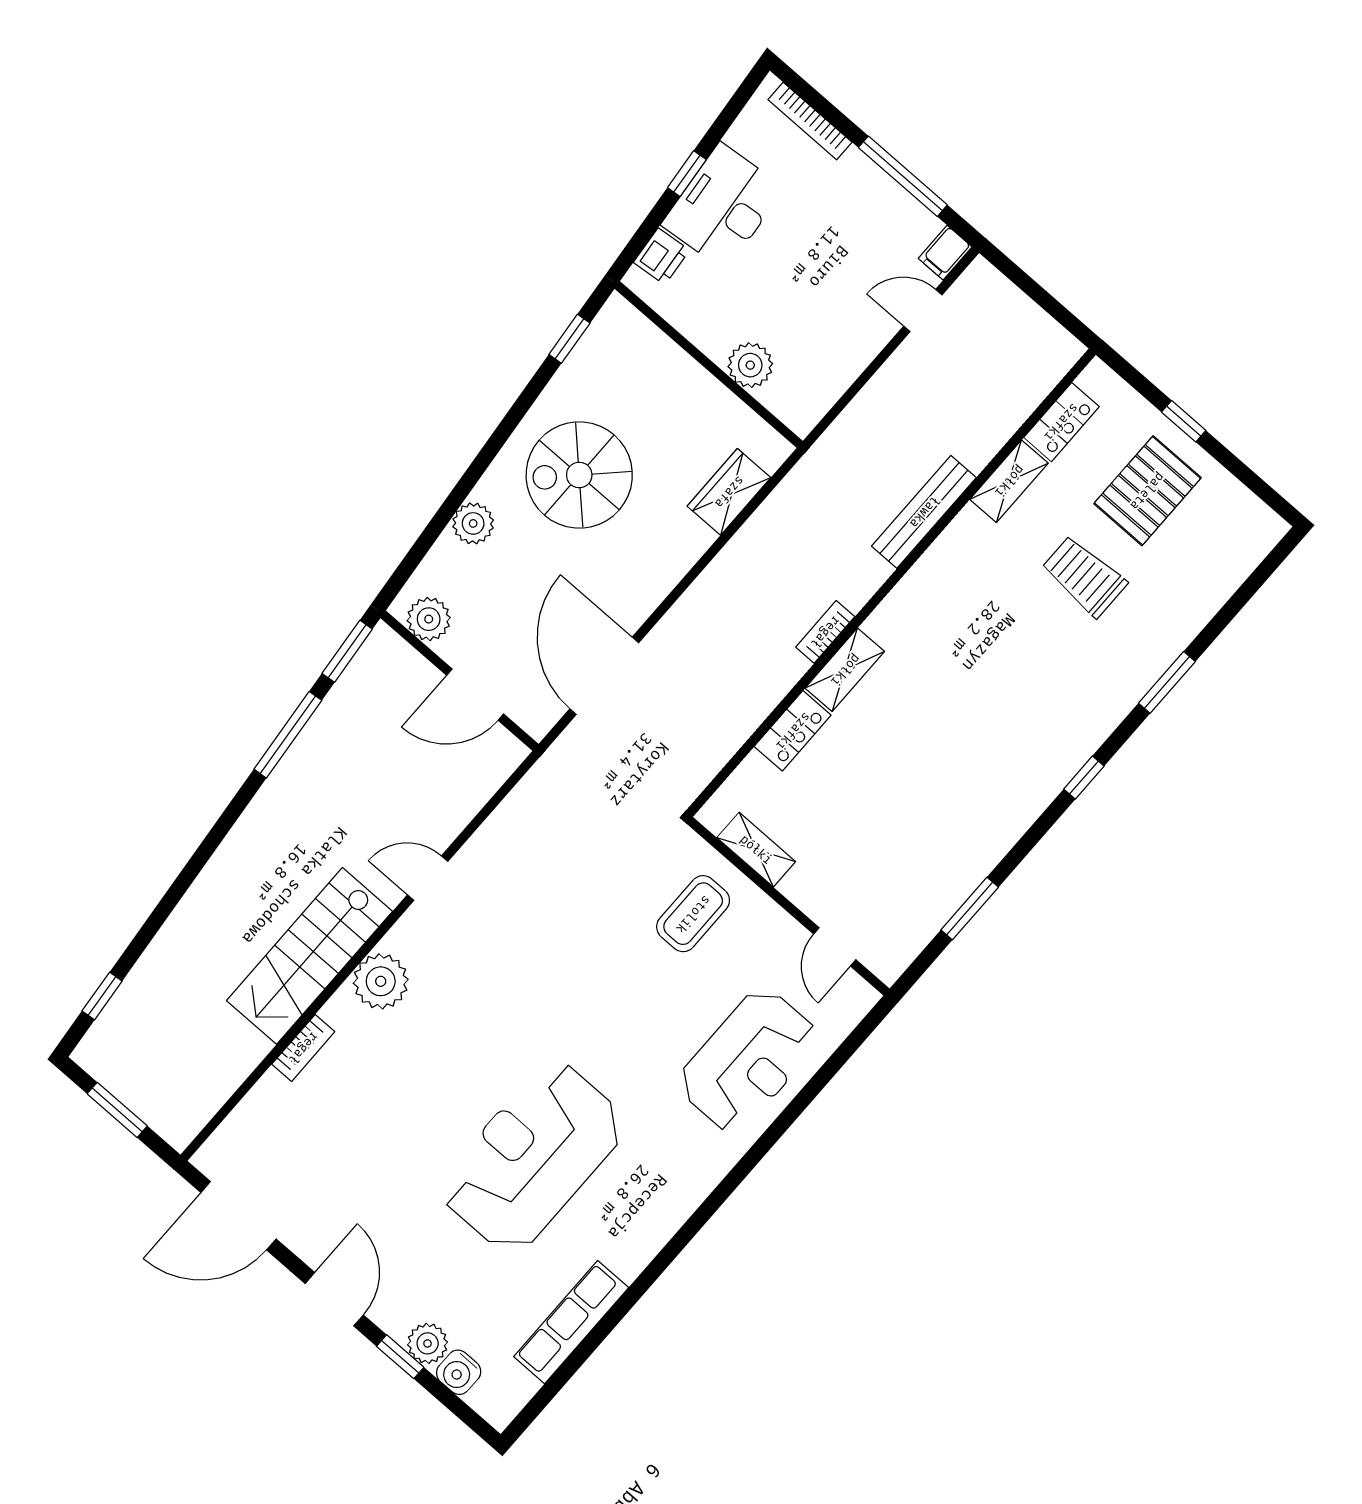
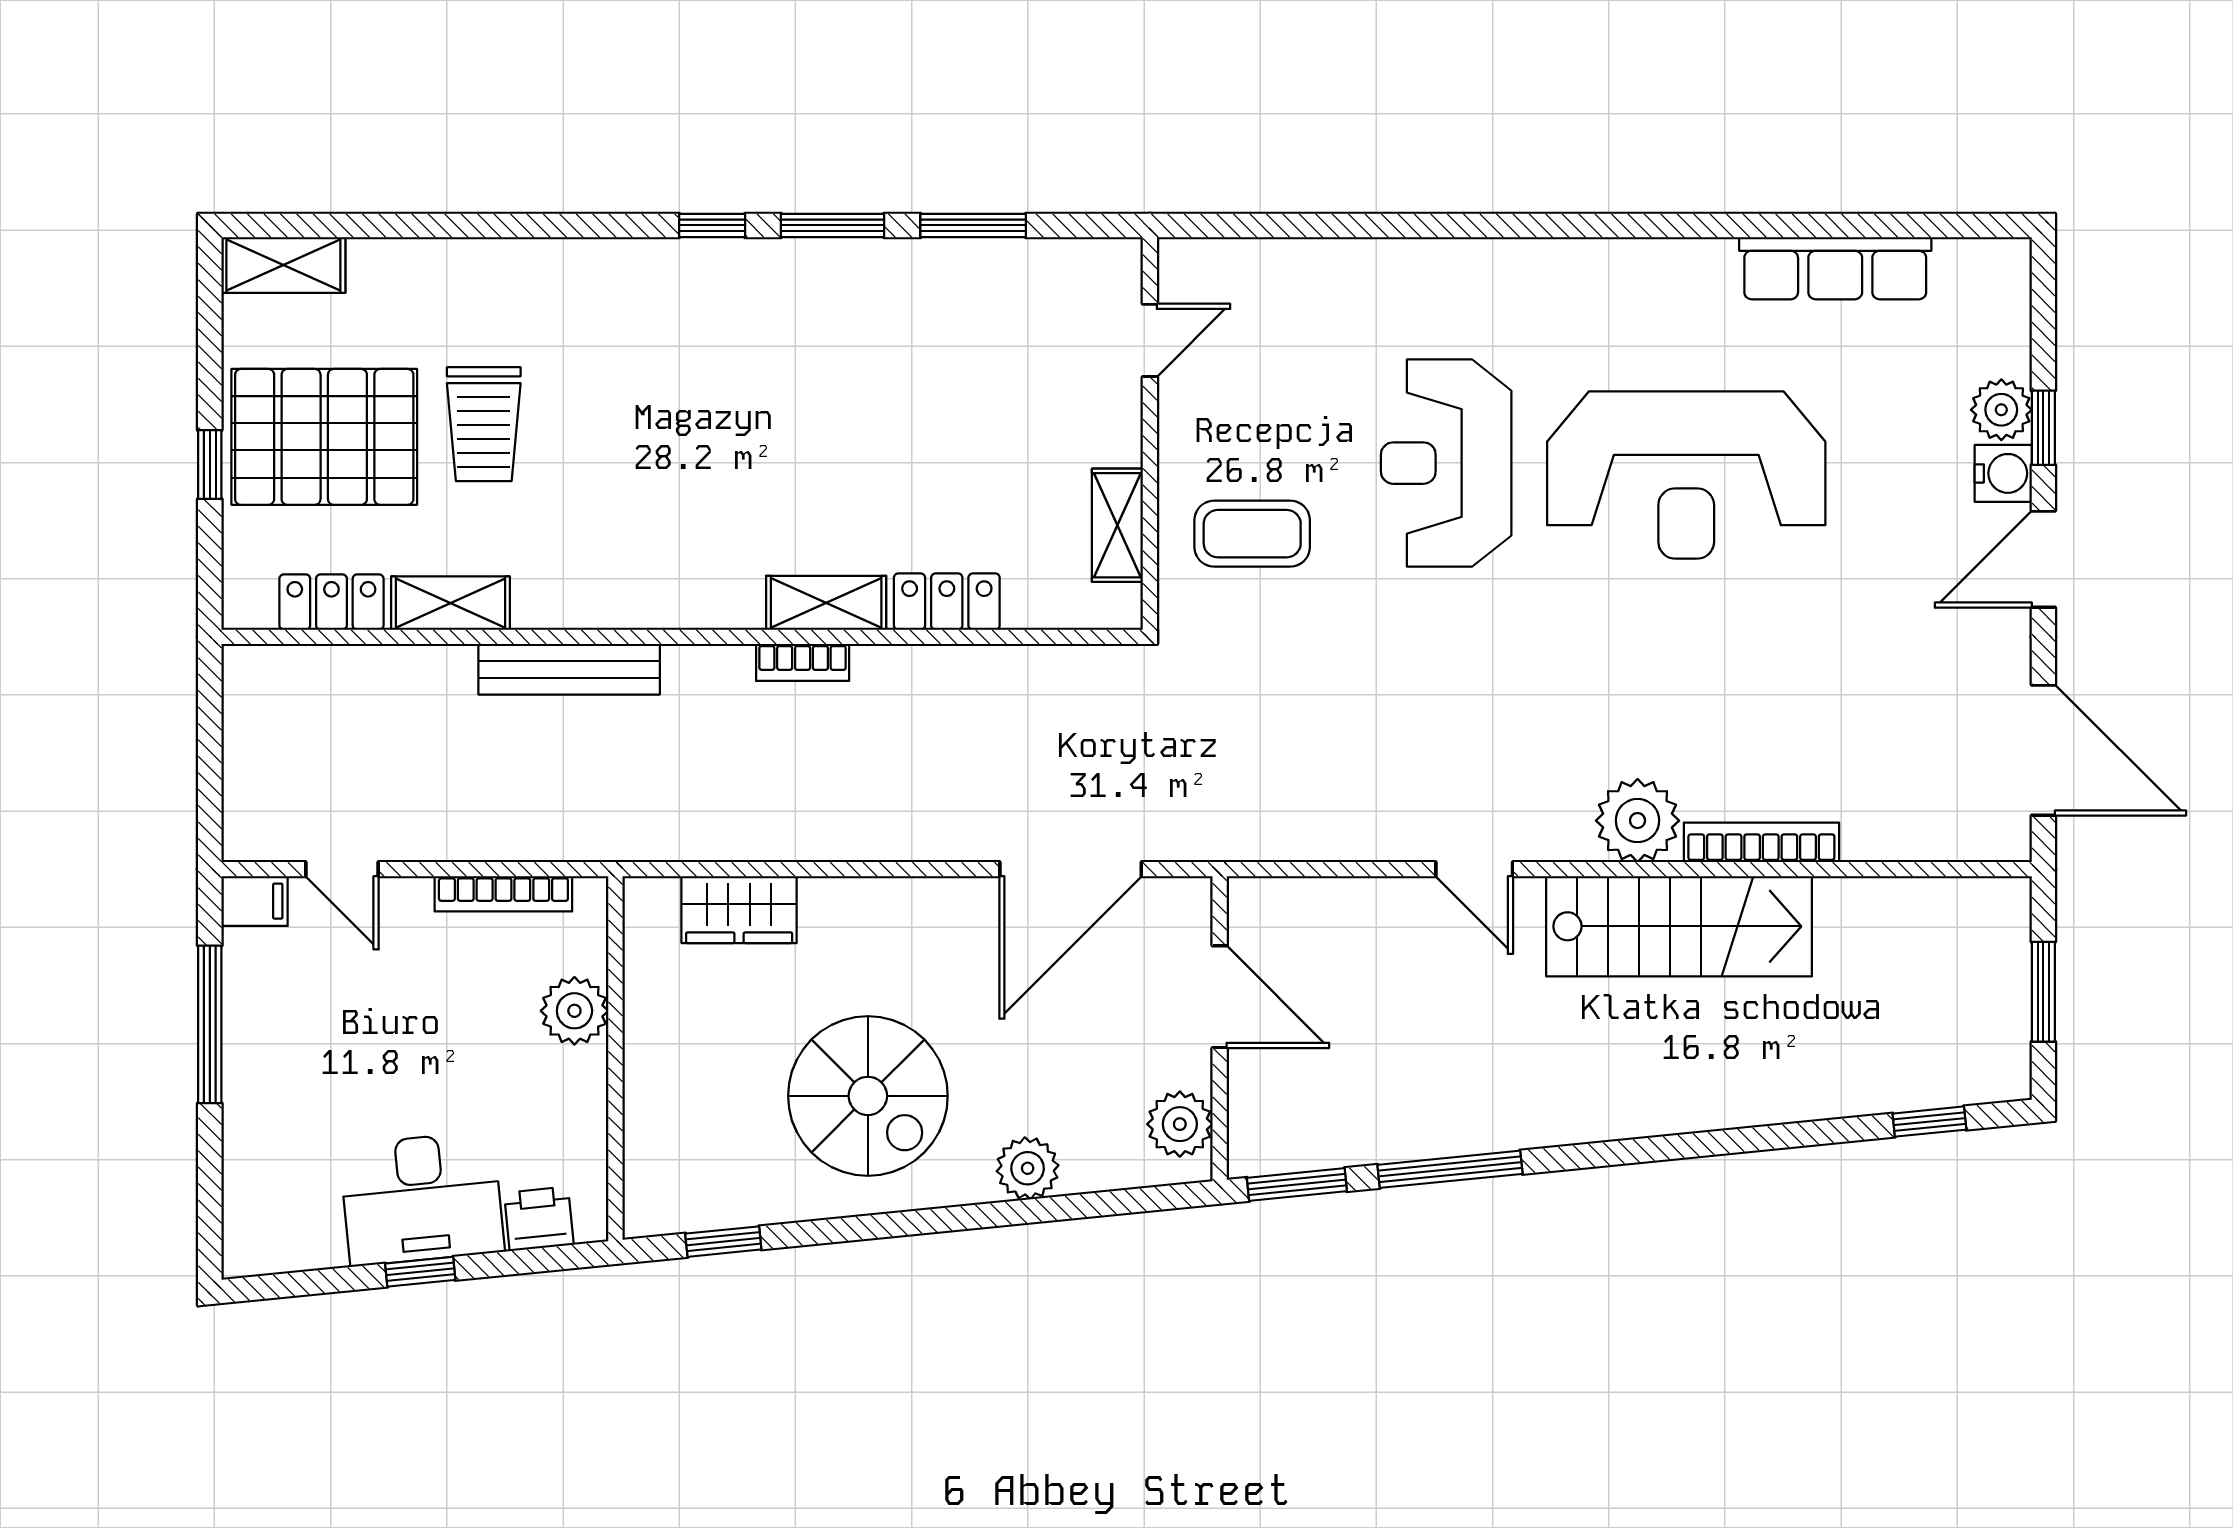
bookcase: (810, 121) -> (503, 894), moved, turned 90
pallet: (1147, 491) -> (324, 437), width x1.37, depth x1.41
shelving: (1252, 545) -> (283, 265), added
window: (1167, 682) -> (832, 225), moved
bookcase: (303, 1048) -> (1761, 842), width x1.56
reception desk: (748, 1060) -> (1446, 463), moved, turned -90
water cooler: (459, 1372) -> (2003, 473), moved

